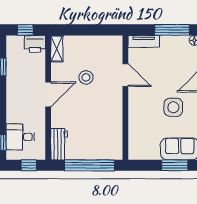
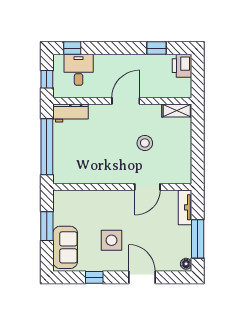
window: (25, 30) -> (198, 75), removed
printer: (35, 44) -> (182, 66), moved
door: (48, 94) -> (126, 101), swing flipped
window: (175, 165) -> (47, 226), moved

